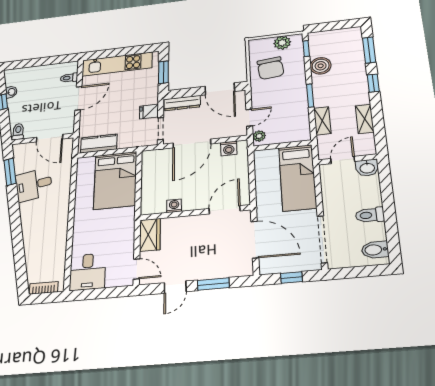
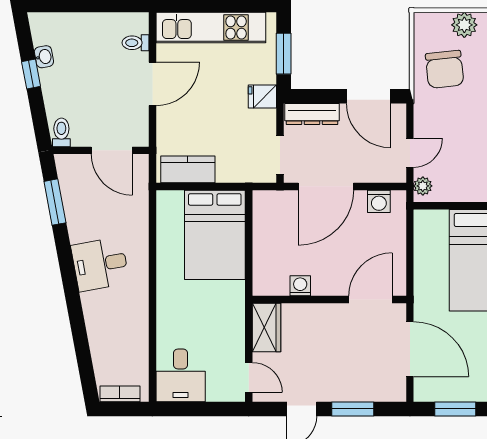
fridge: (149, 112) -> (262, 97), moved
desk: (34, 185) -> (100, 264), moved
window: (291, 277) -> (455, 409), width x1.50

